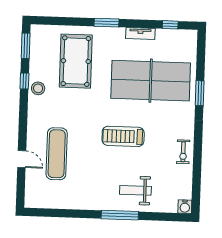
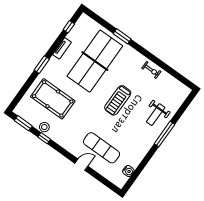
stool: (38, 88) -> (44, 127), moved
door: (22, 159) -> (81, 165), moved
water cooler: (185, 207) -> (128, 171), moved

